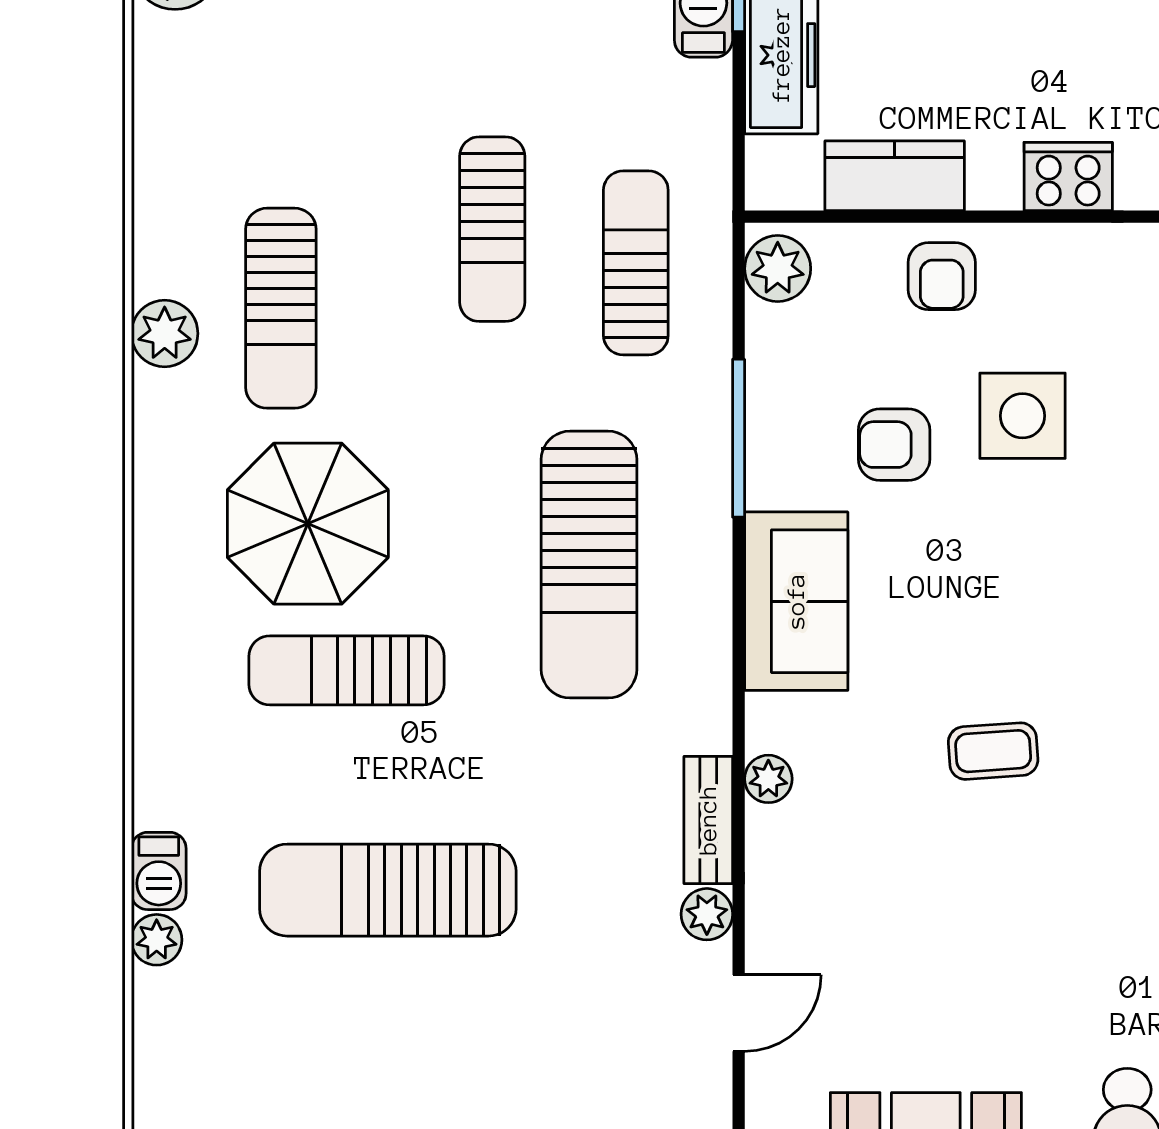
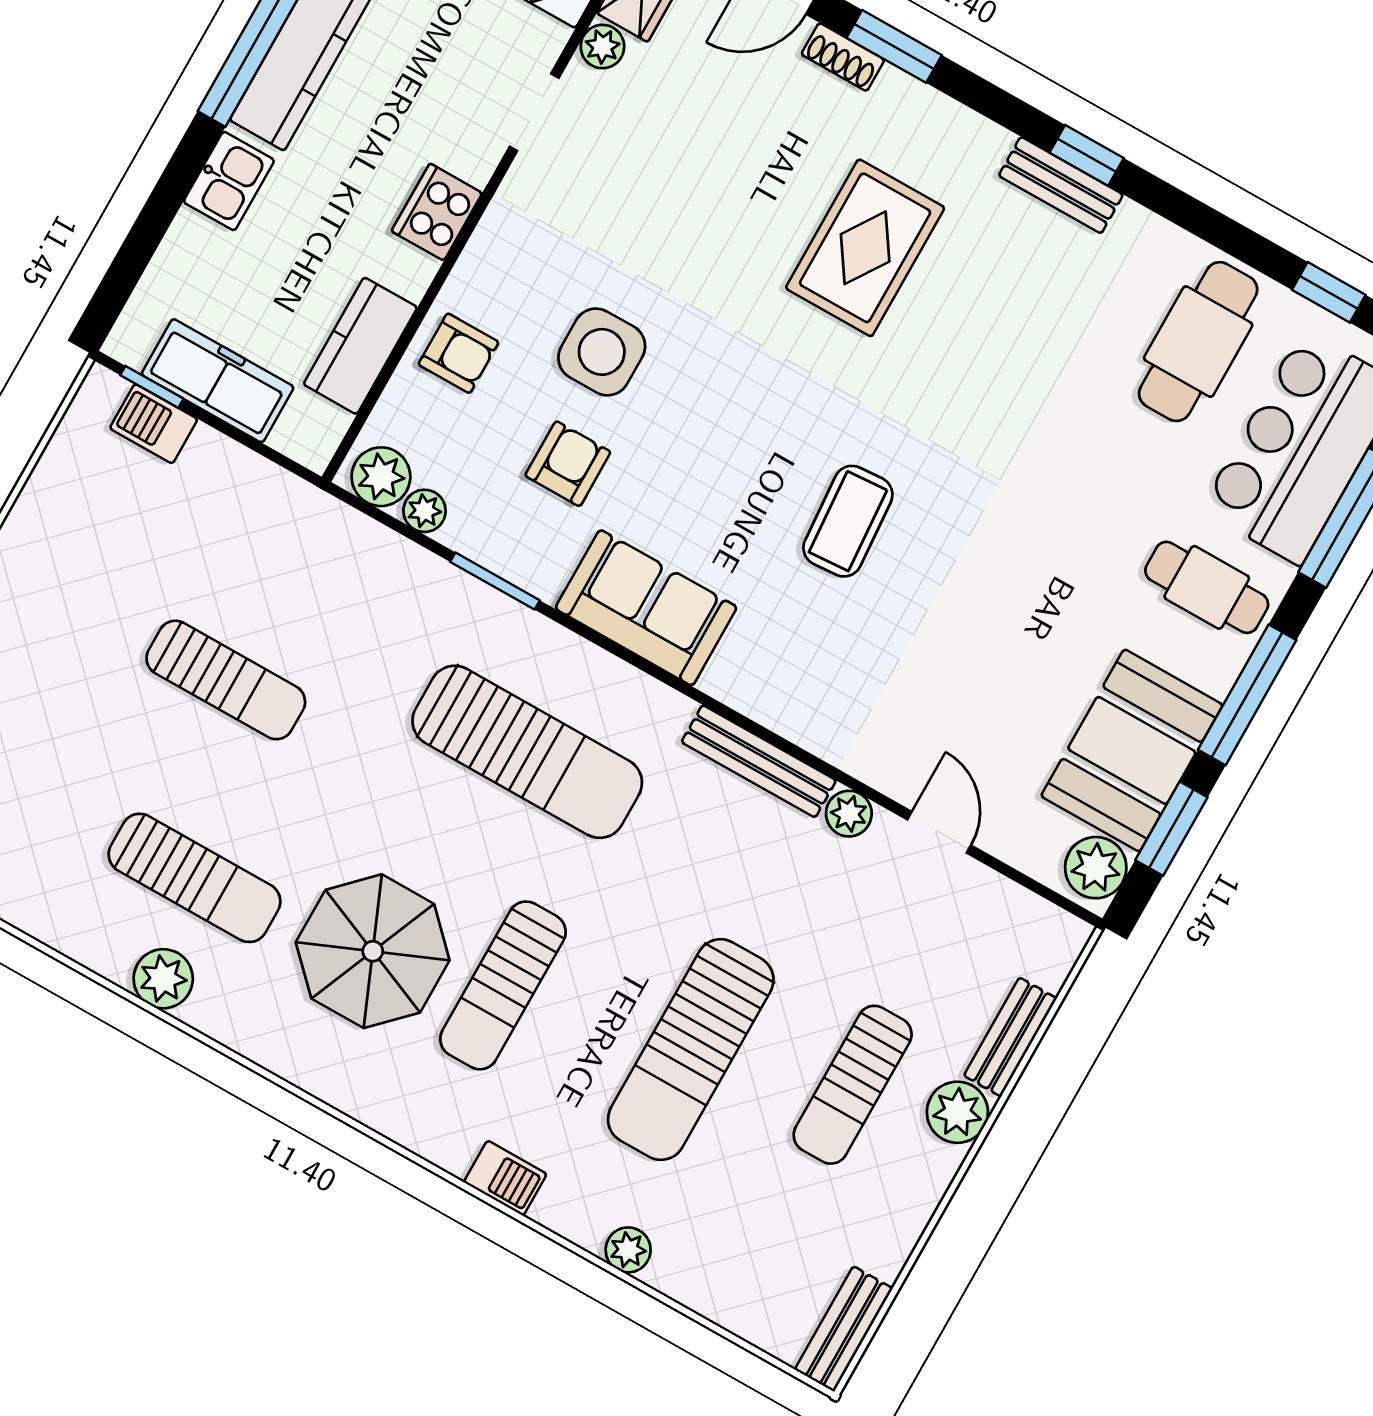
sun lounger: (636, 263) -> (853, 1085), moved, turned -90
window: (739, 438) -> (495, 581), width x0.69
armchair: (894, 445) -> (568, 464), turned 180
coffee table: (993, 751) -> (848, 521), width x1.36, depth x1.30
plant: (768, 779) -> (425, 511), moved
bench: (708, 820) -> (759, 761), width x1.36
barbecue: (159, 871) -> (505, 1178), moved

